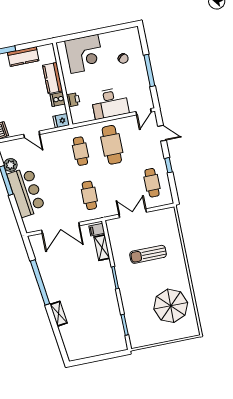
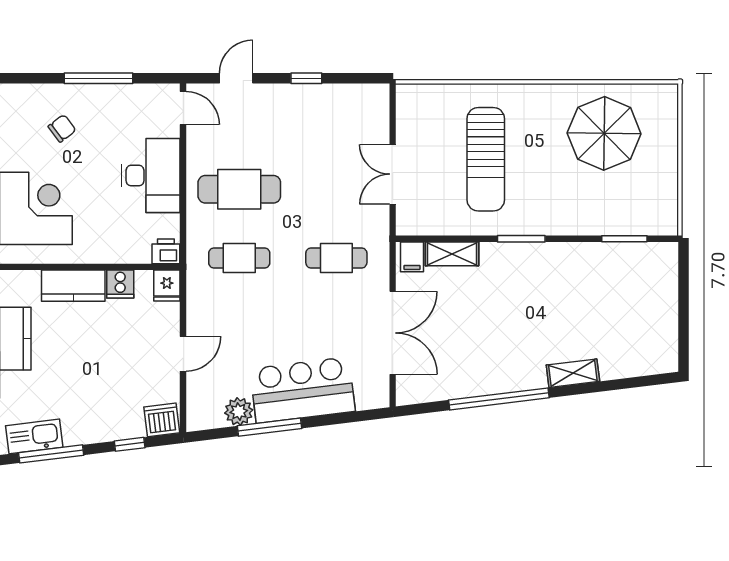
printer: (73, 100) -> (166, 251), moved
cafe table: (152, 183) -> (336, 120), removed
sun lounger: (148, 254) -> (486, 159), width x1.36, depth x1.34

